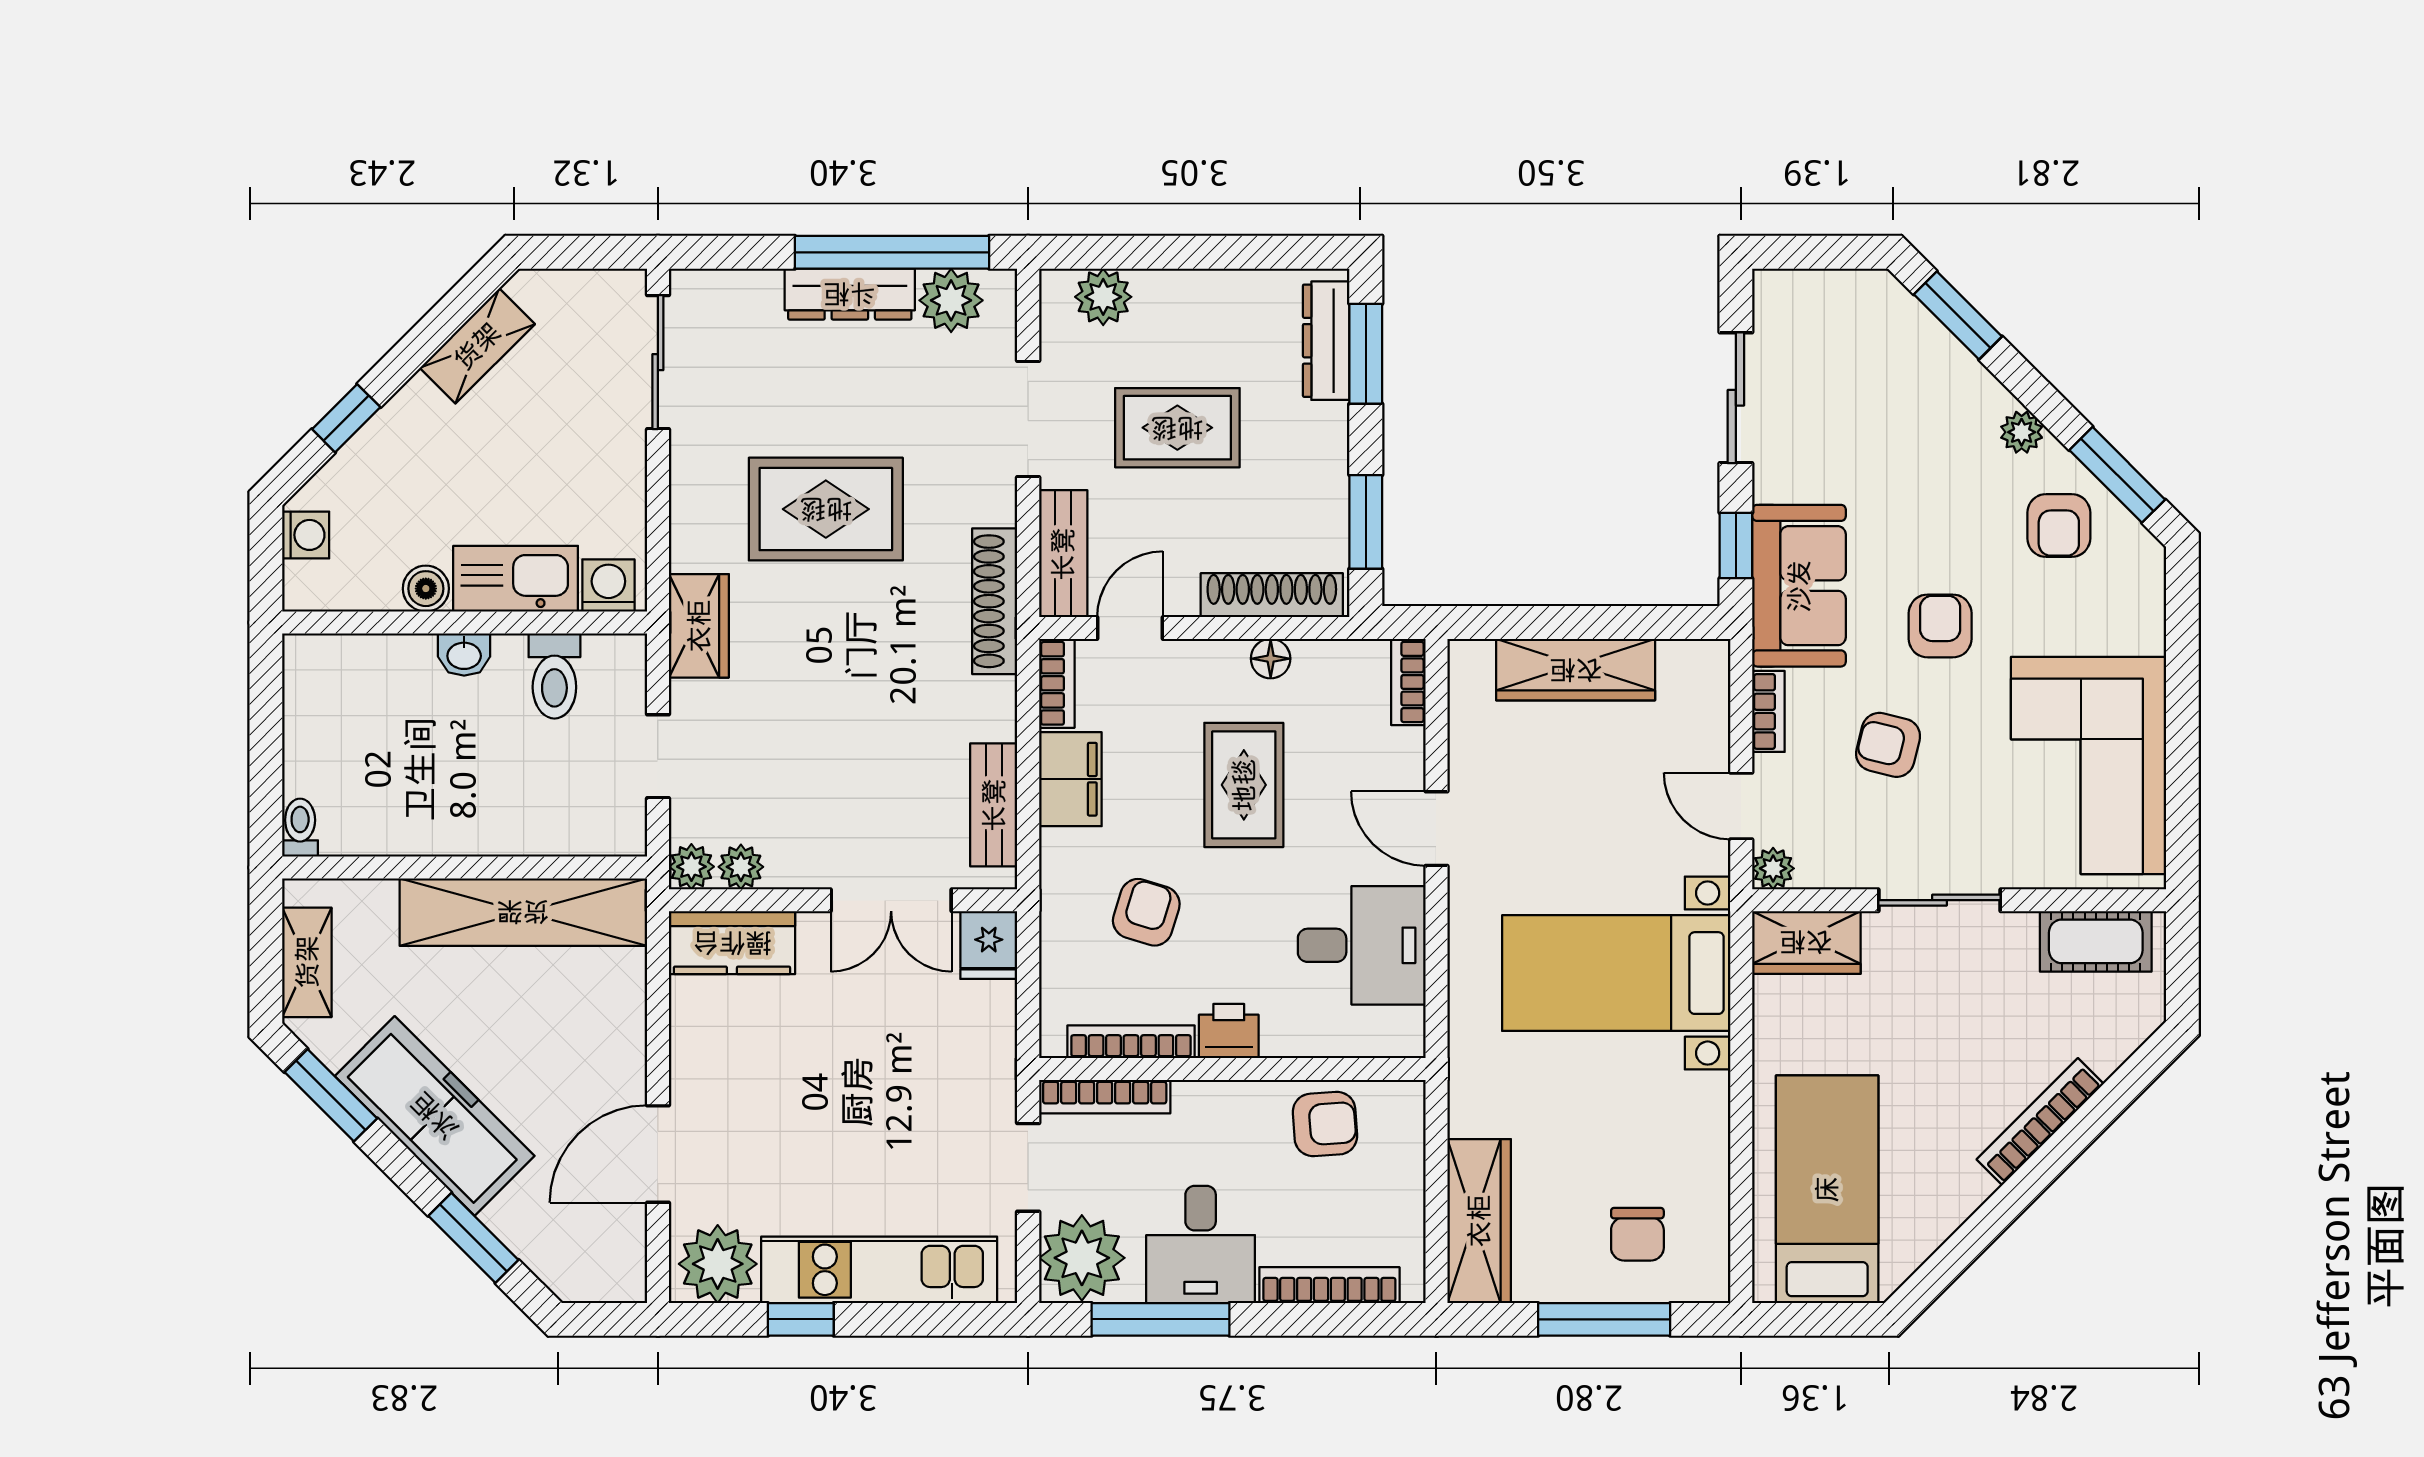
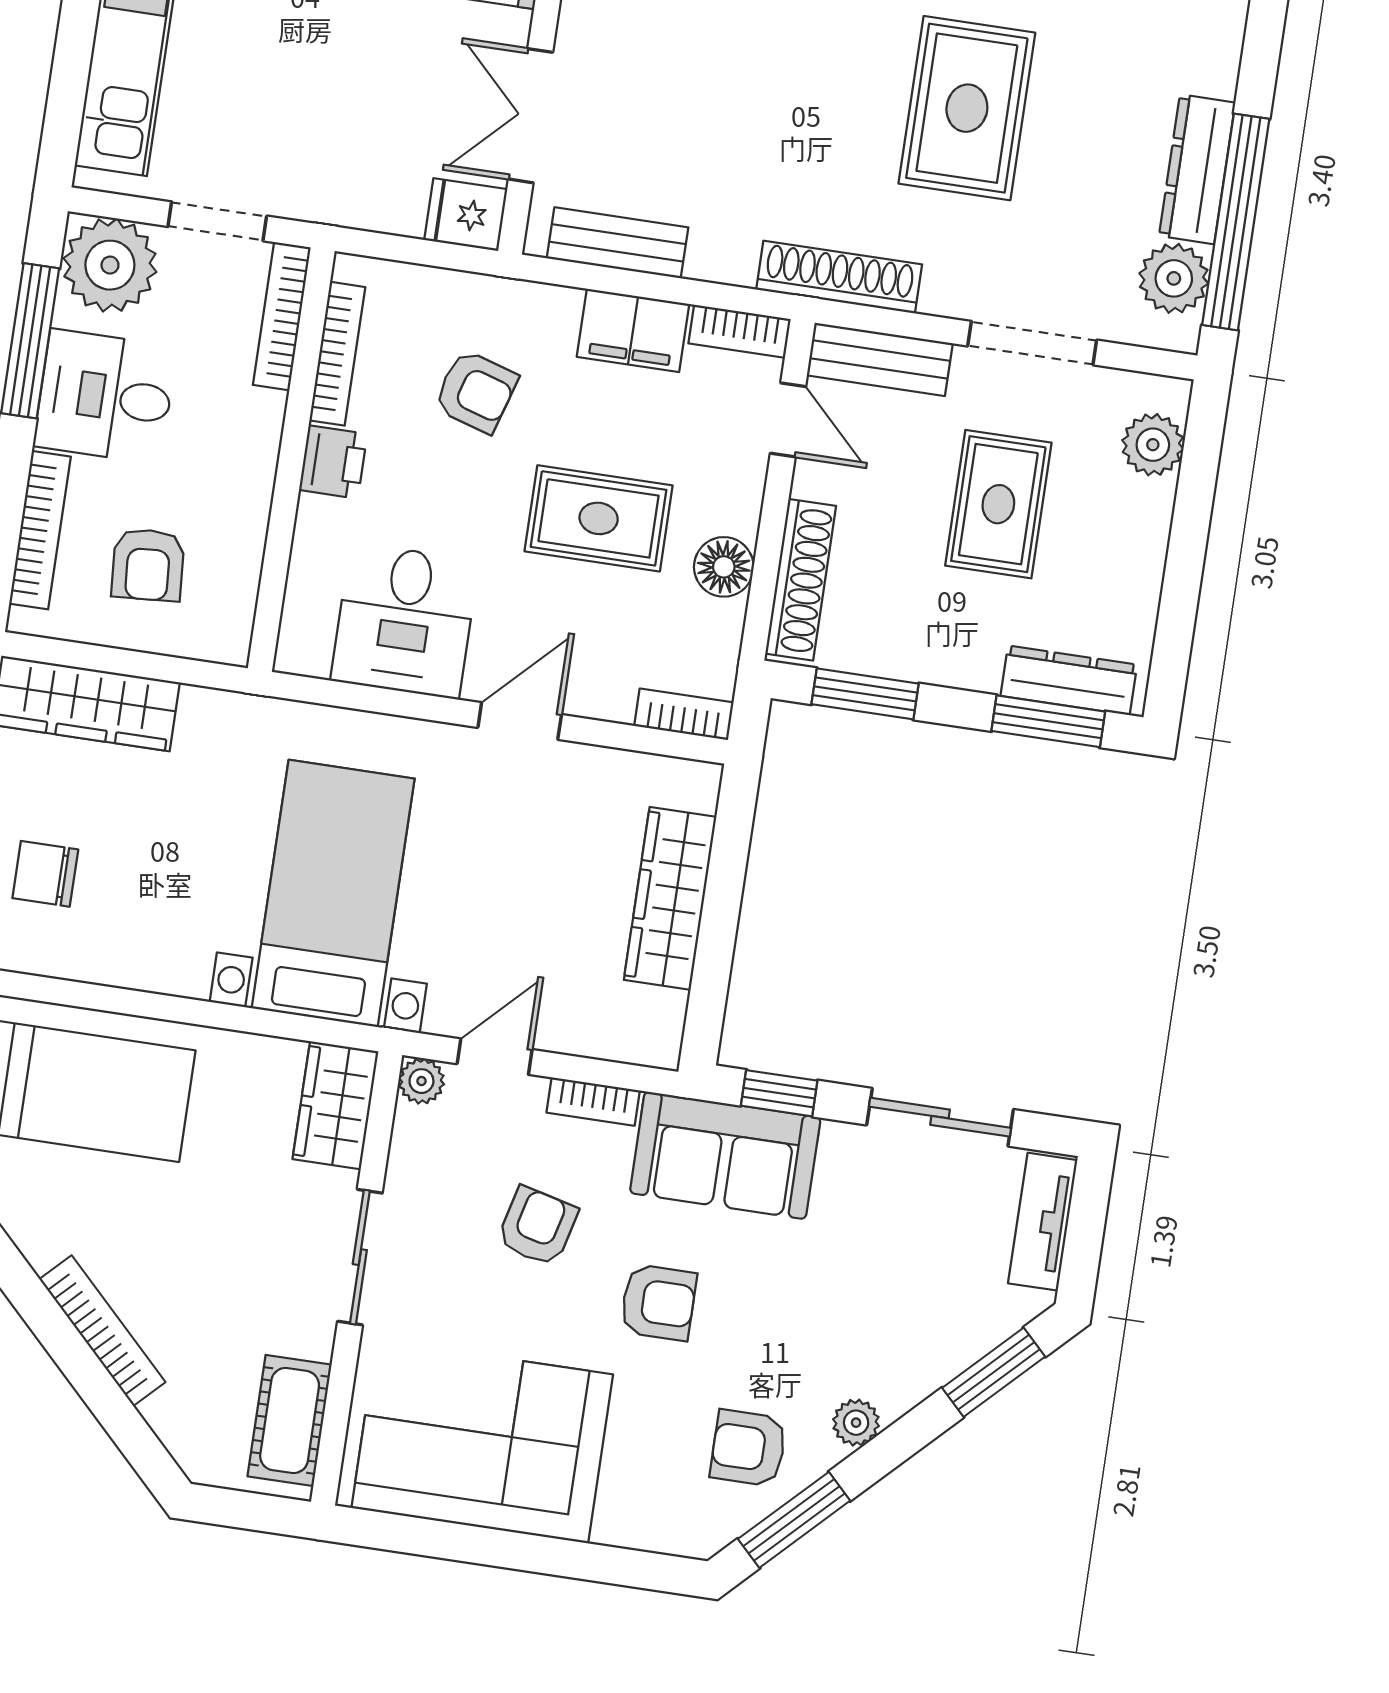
tv unit: (1816, 292) -> (1043, 1222), added
floor lamp: (1271, 659) -> (724, 567), width x1.37, depth x1.37
armchair: (1325, 1124) -> (148, 565), moved

